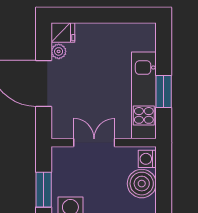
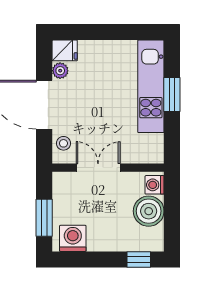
window: (164, 91) -> (172, 95), moved
kitchen unit: (144, 95) -> (151, 86), moved
stool: (62, 120) -> (63, 143), added

